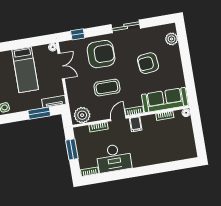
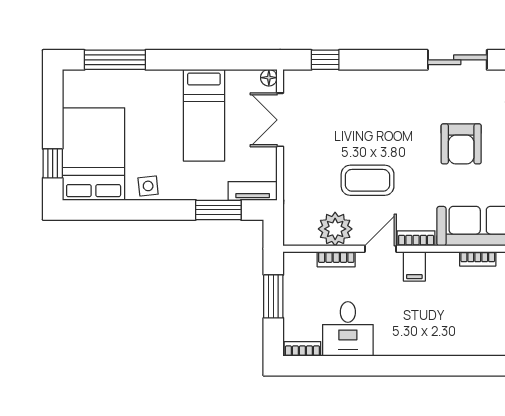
sliding door: (126, 26) -> (457, 60), moved
armchair: (101, 54) -> (367, 109), removed
armchair: (148, 63) -> (461, 144), turned -84
double door: (61, 66) -> (280, 120), swing flipped
plant: (82, 115) -> (335, 229), moved
desk: (114, 158) -> (348, 329), width x0.73

